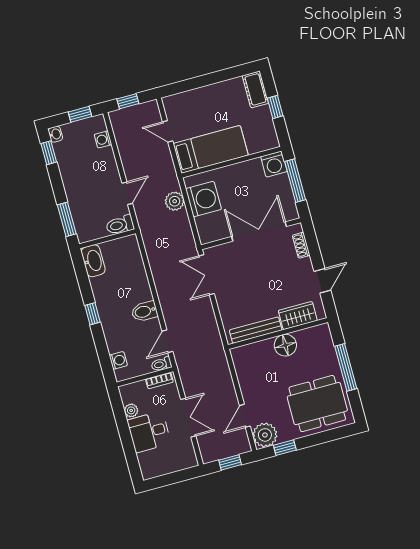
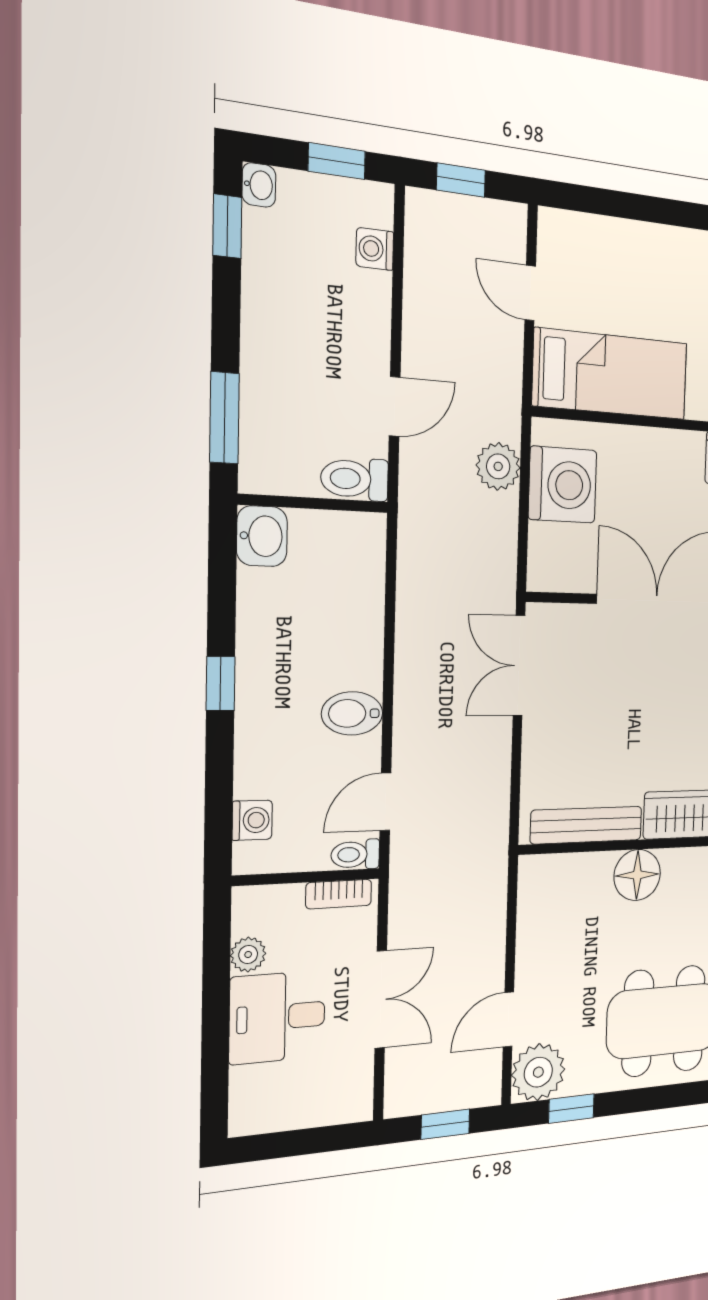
washbasin: (93, 261) -> (262, 536), width x0.72

